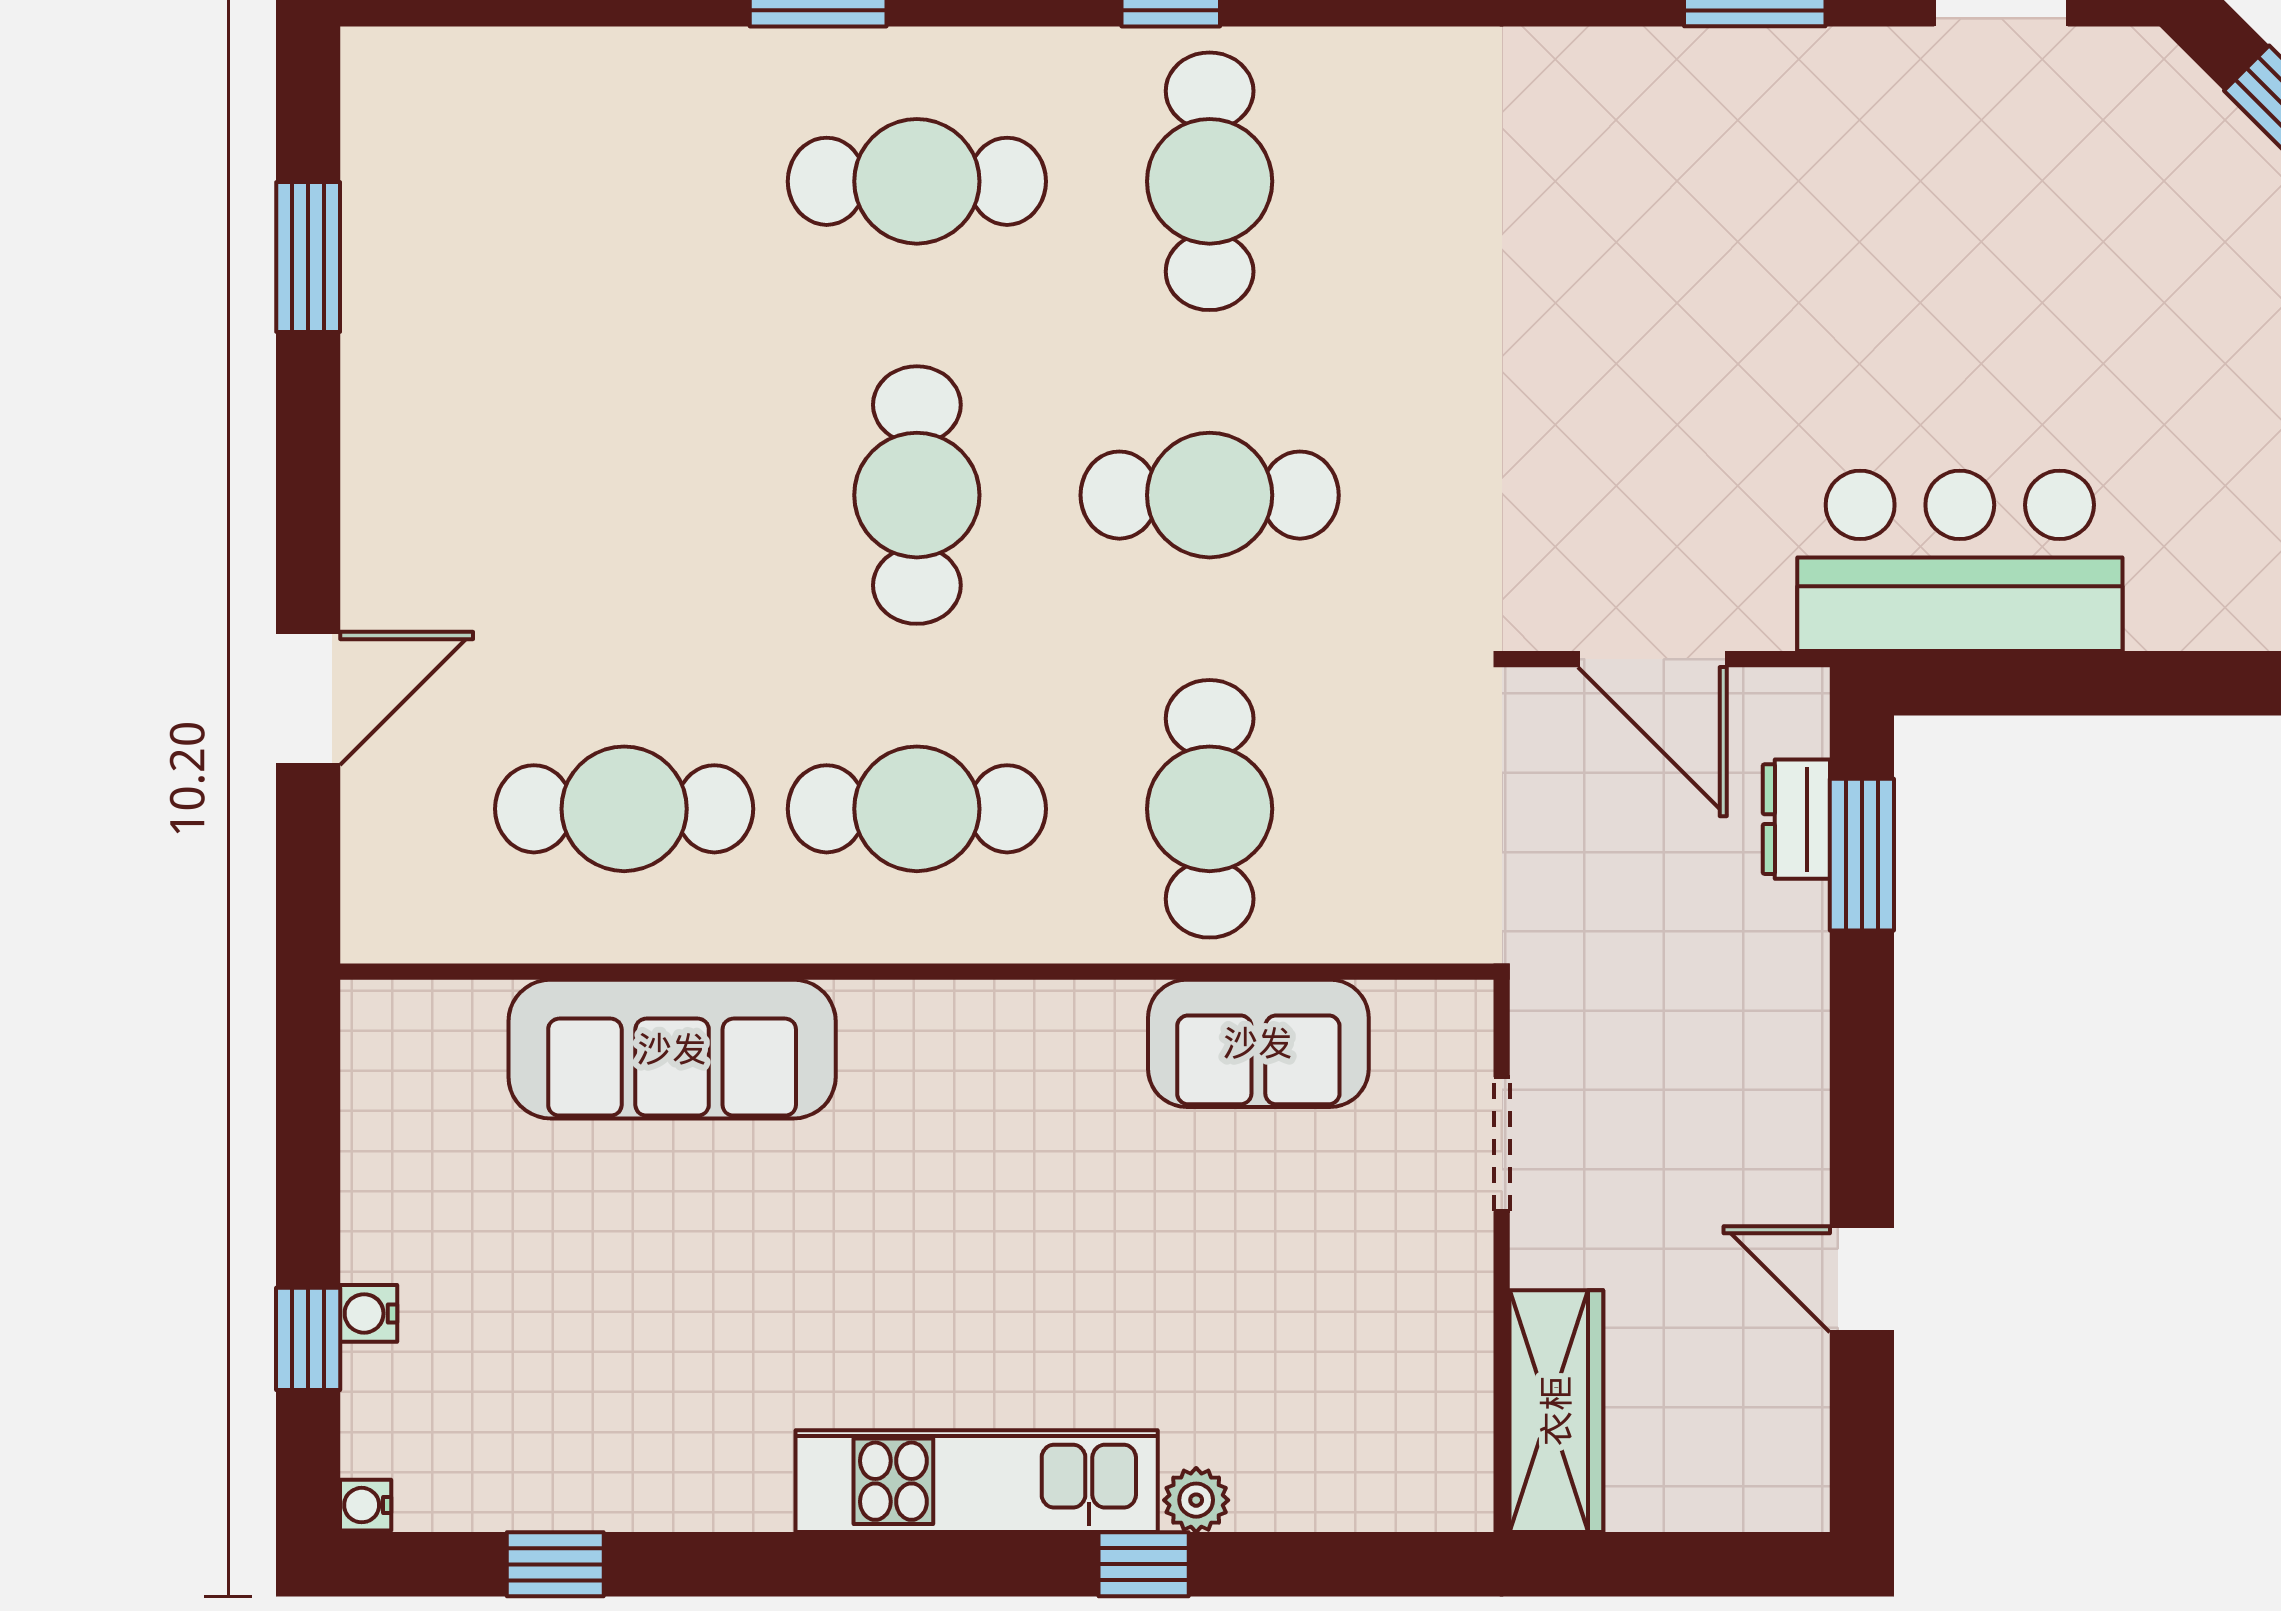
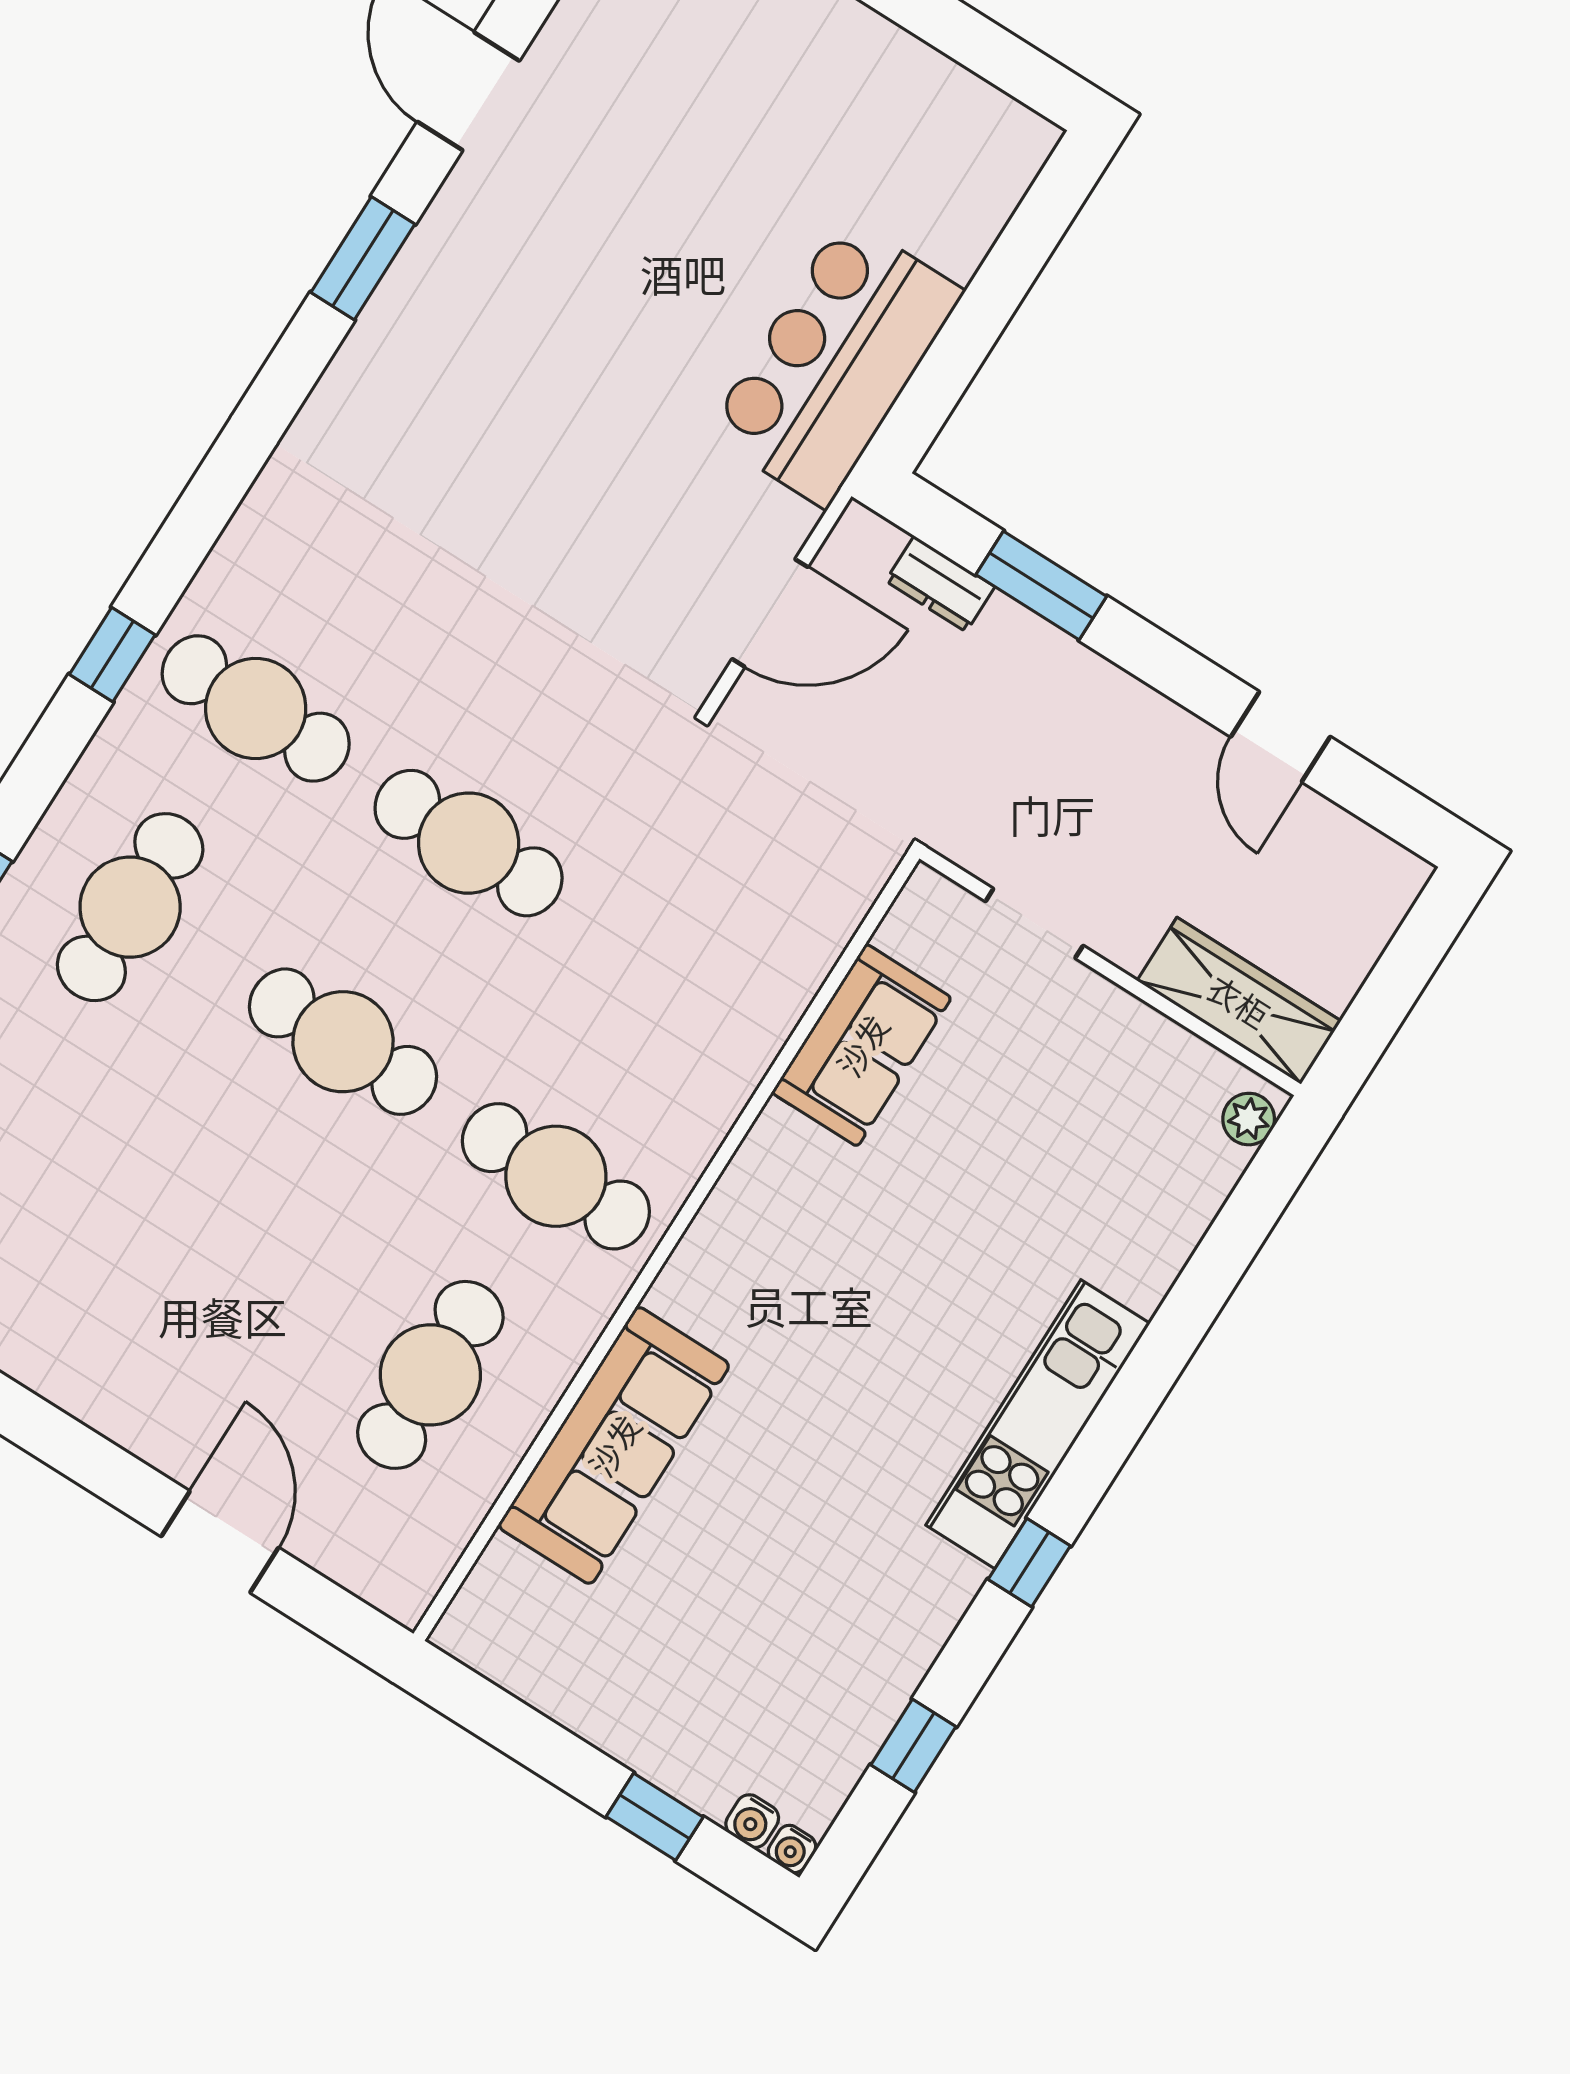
cafe table: (1210, 495) -> (469, 843), turned 90
cafe table: (917, 809) -> (556, 1176), turned 90
cafe table: (1210, 809) -> (681, 978), removed
window: (1862, 855) -> (1041, 585), moved
door: (1862, 1279) -> (1281, 737), hinge flipped
water cooler: (369, 1313) -> (752, 1821), moved
plant: (1196, 1500) -> (1249, 1119), moved
window: (1144, 1564) -> (1029, 1563), moved

